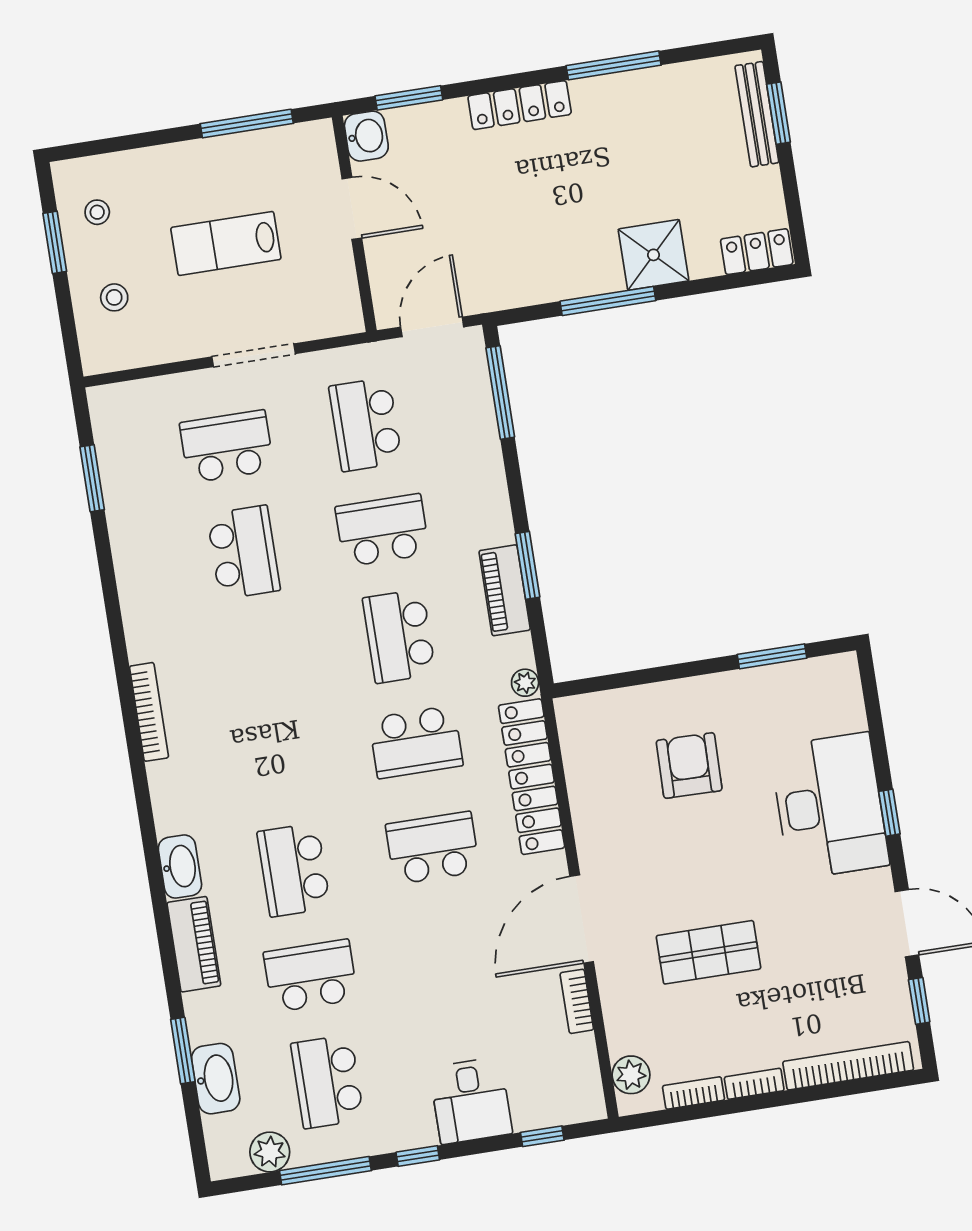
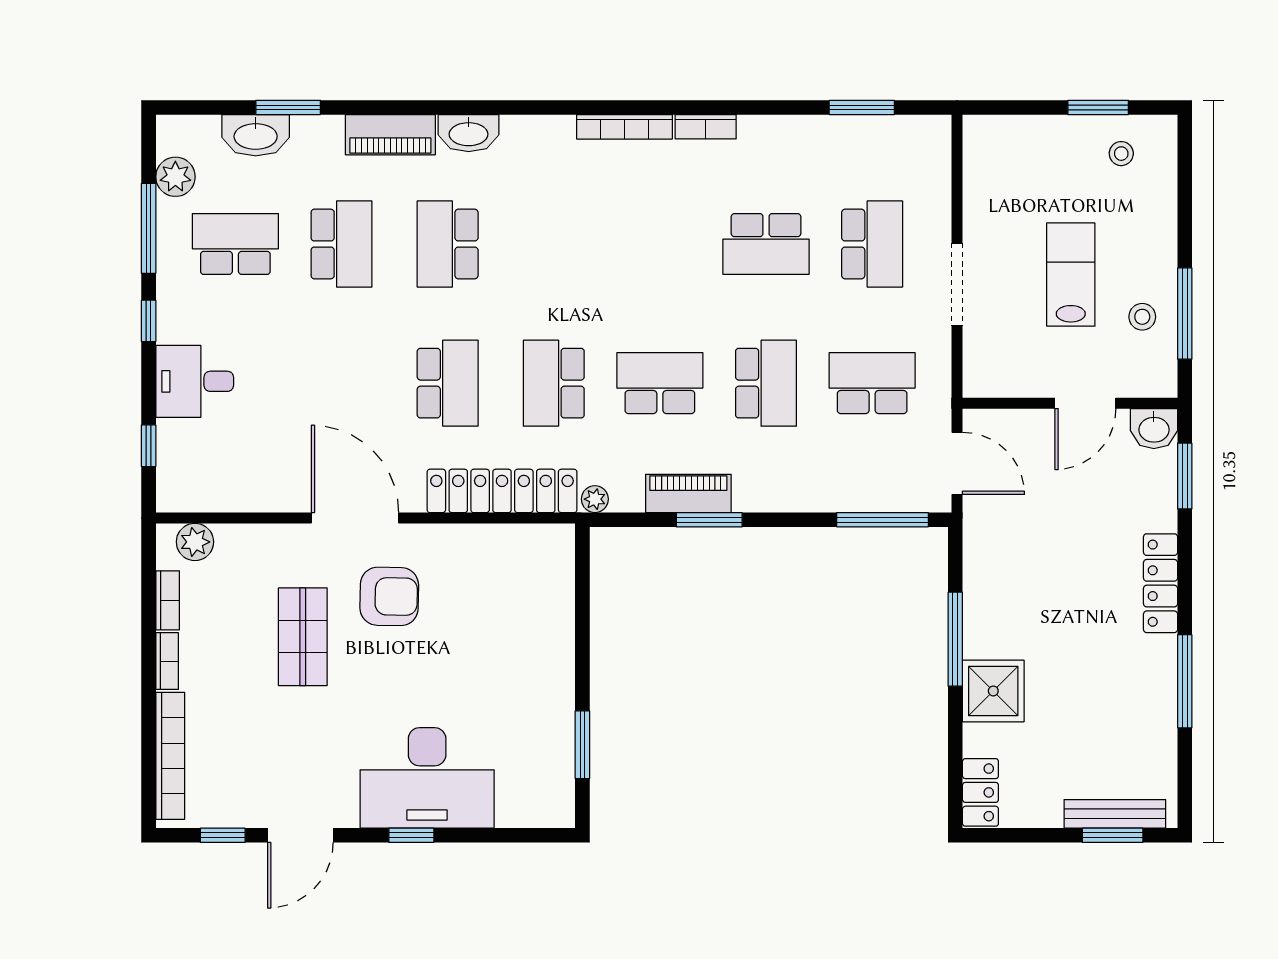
stool: (114, 297) -> (1142, 317), moved
armchair: (689, 765) -> (389, 596), moved
school desk: (294, 870) -> (448, 244), turned -90
bookcase: (577, 1001) -> (706, 127), moved, turned 180

